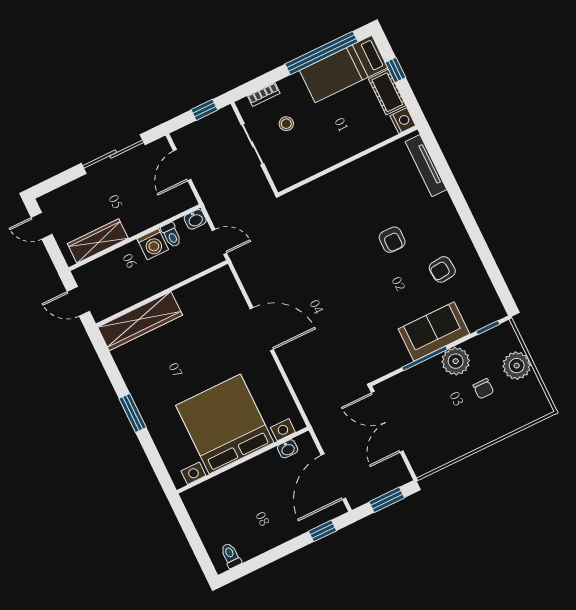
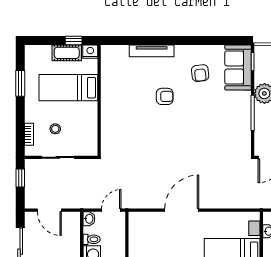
window: (322, 53) -> (20, 83), width x0.47
bed: (344, 69) -> (68, 88), moved, turned 90
window: (395, 70) -> (74, 40), moved
tv unit: (426, 166) -> (152, 51), moved
sofa: (434, 332) -> (238, 68), moved

